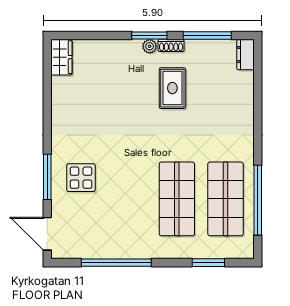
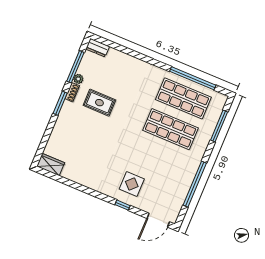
plant: (150, 46) -> (78, 79), moved
window: (47, 177) -> (122, 205), width x0.46
window: (208, 263) -> (219, 126), width x1.44

